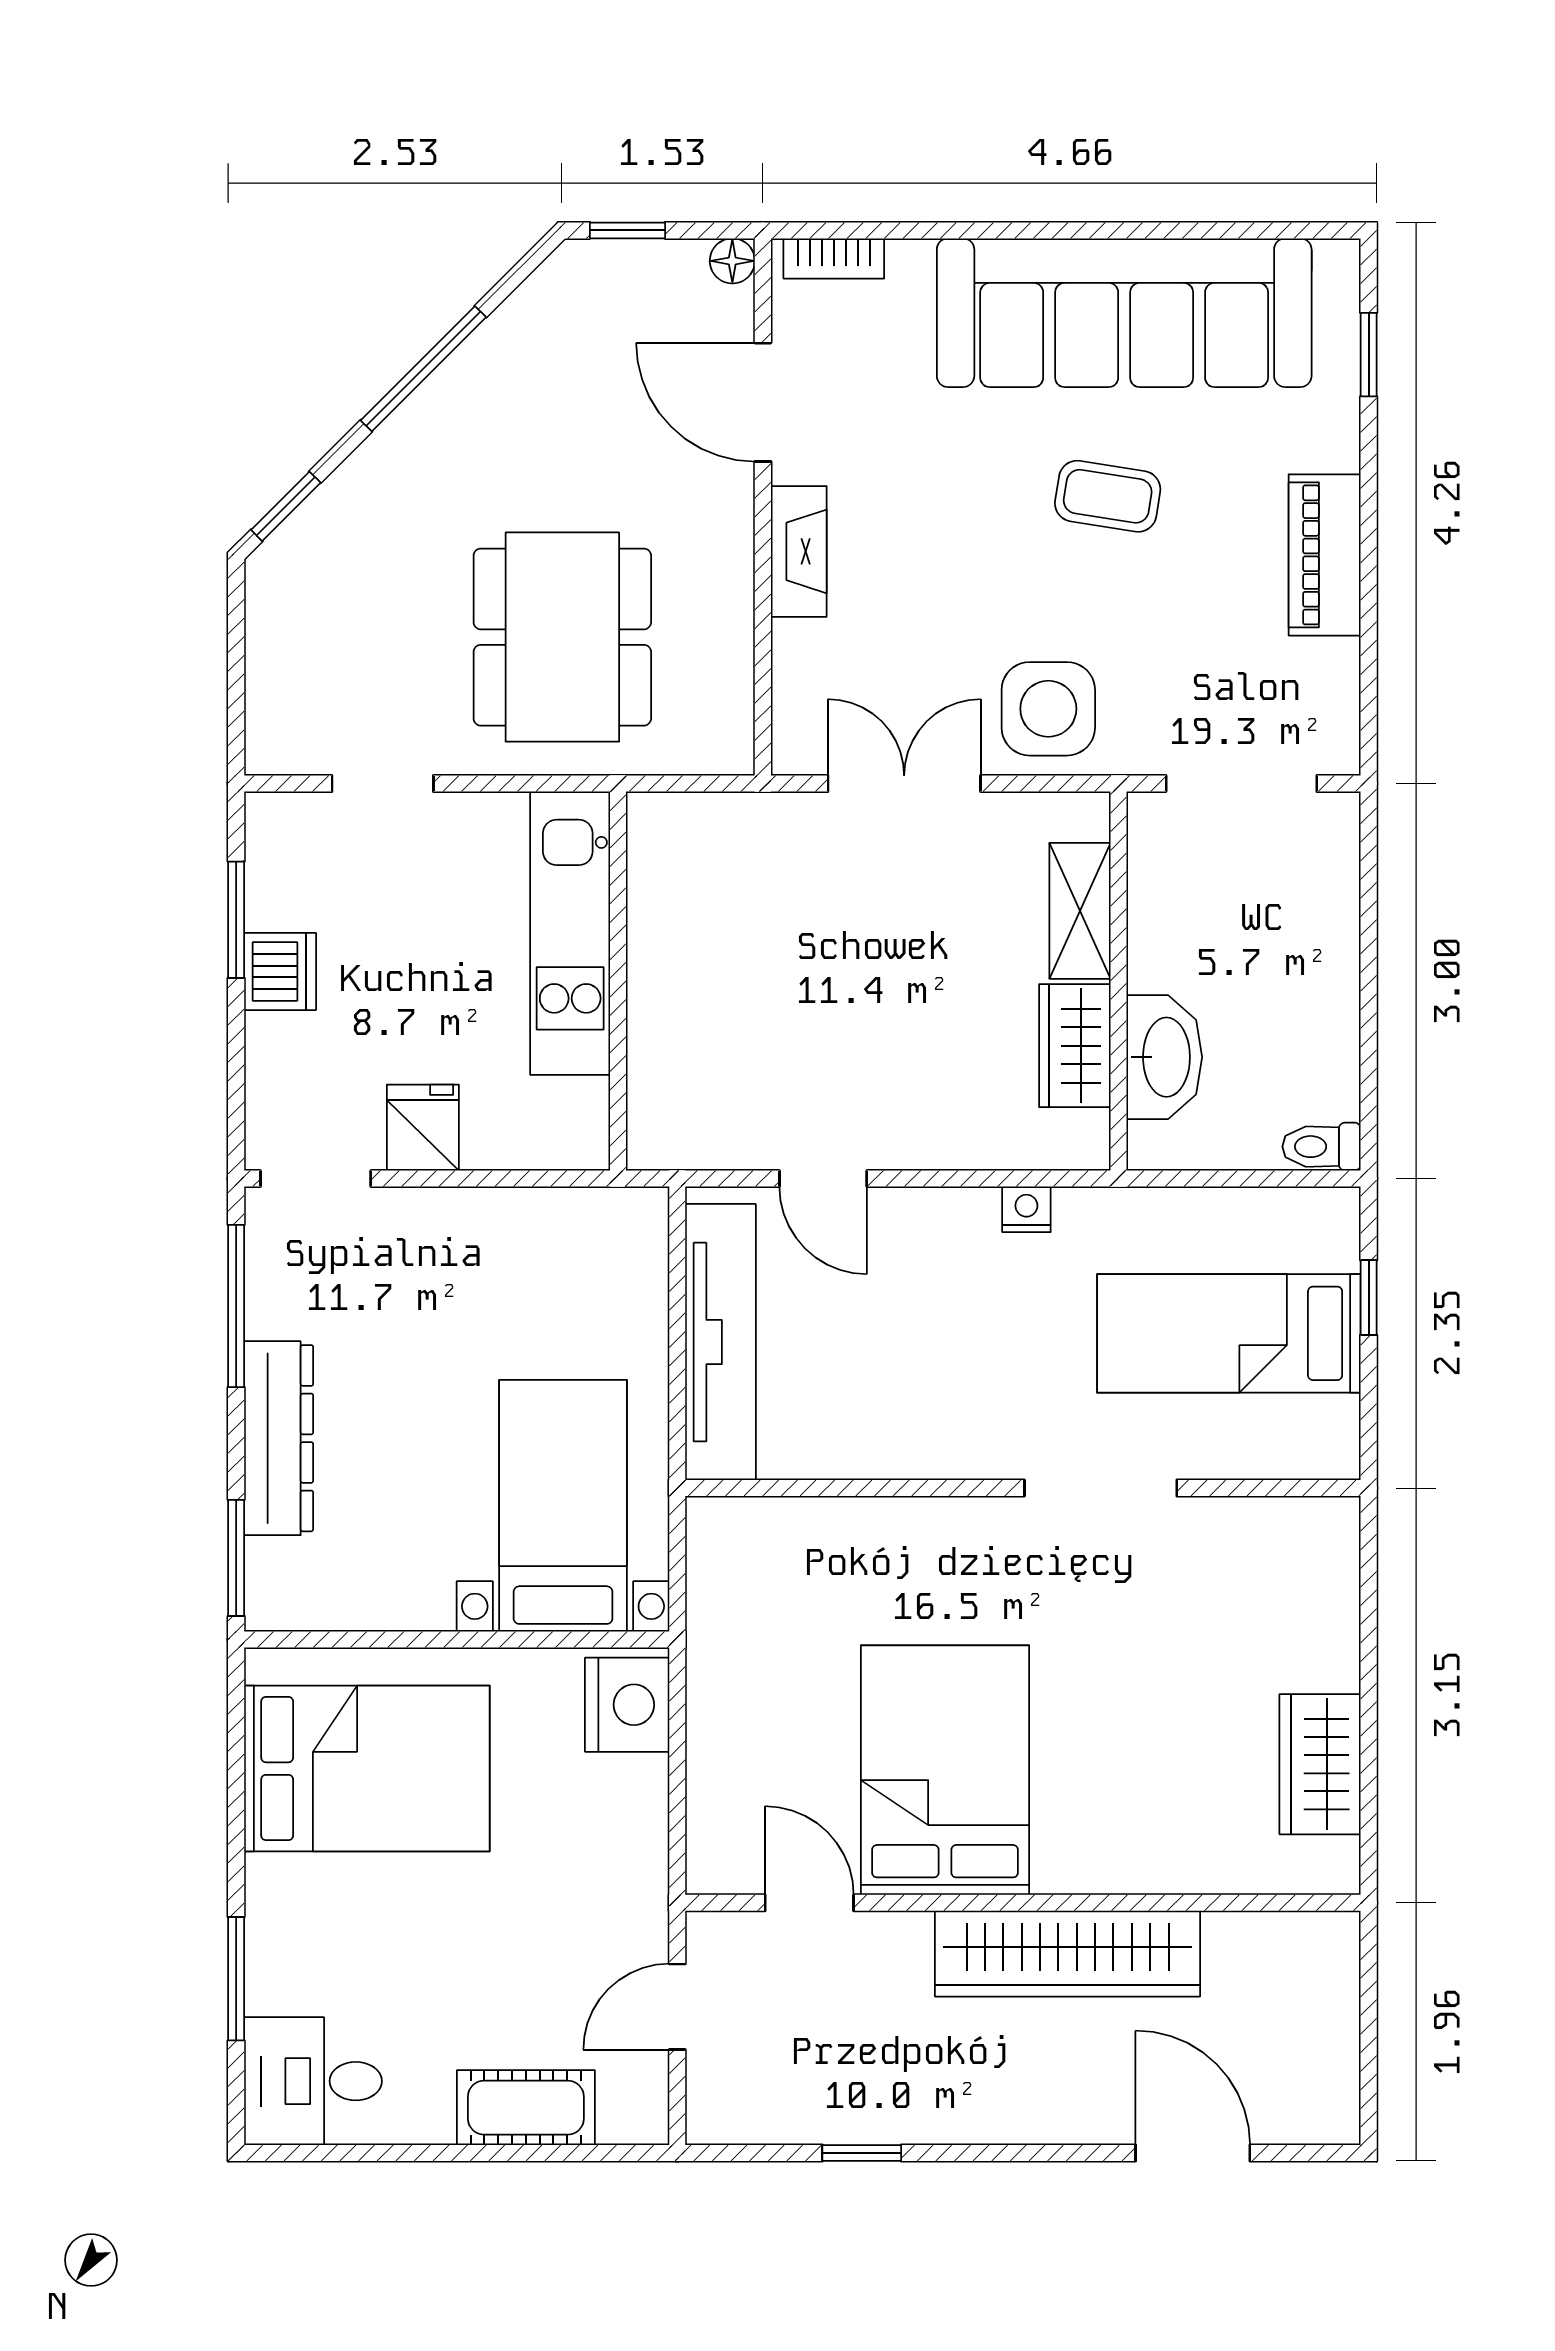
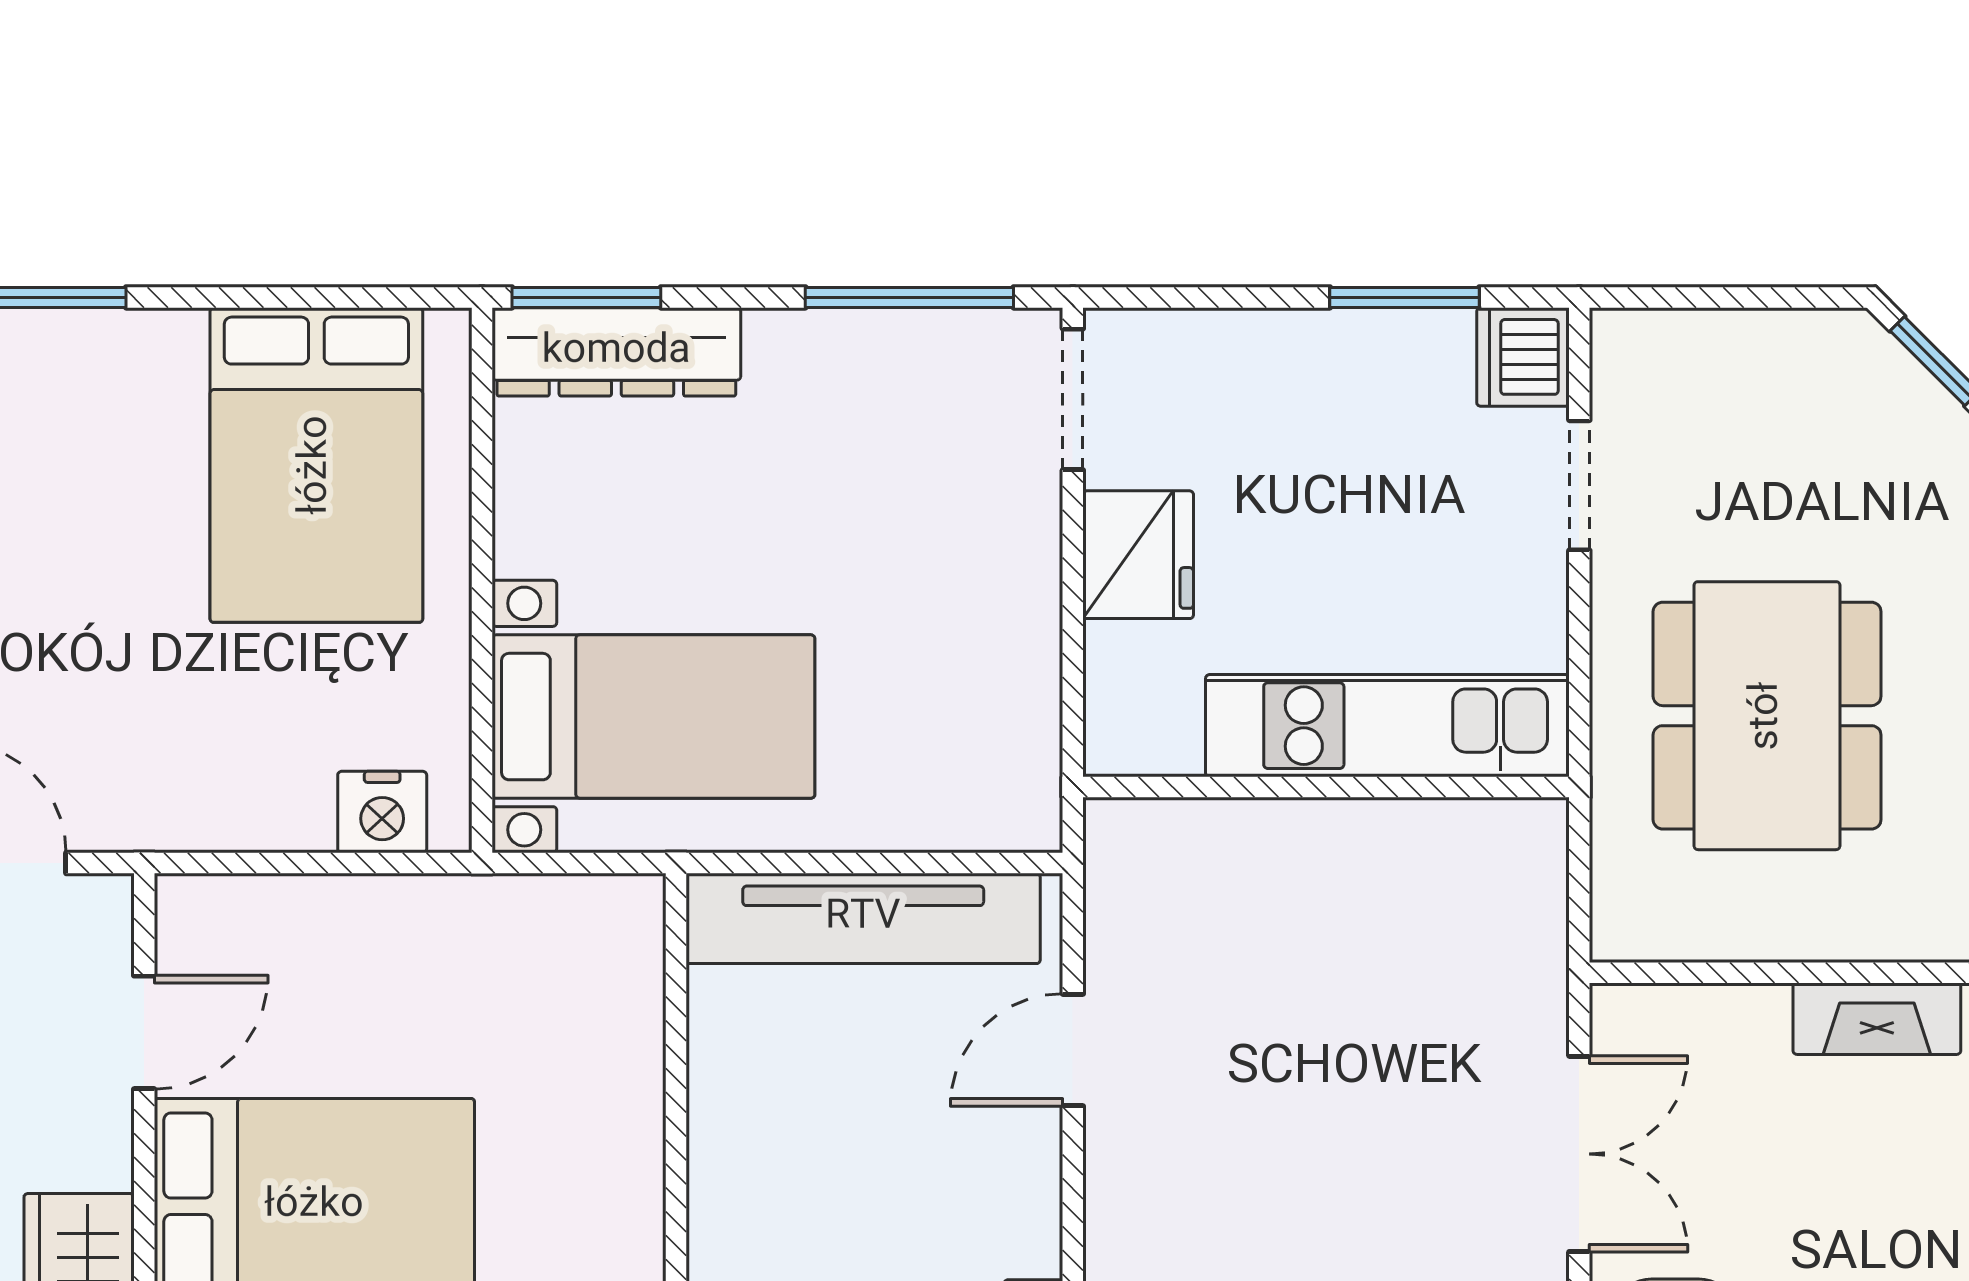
dining table: (562, 637) -> (1767, 716), turned 90
dishwasher: (280, 972) -> (1523, 357), moved, turned 90
fridge: (423, 1128) -> (1138, 555), width x1.38
dresser: (279, 1438) -> (616, 352), moved
nightstand: (627, 1705) -> (382, 812), width x0.74, depth x0.75

